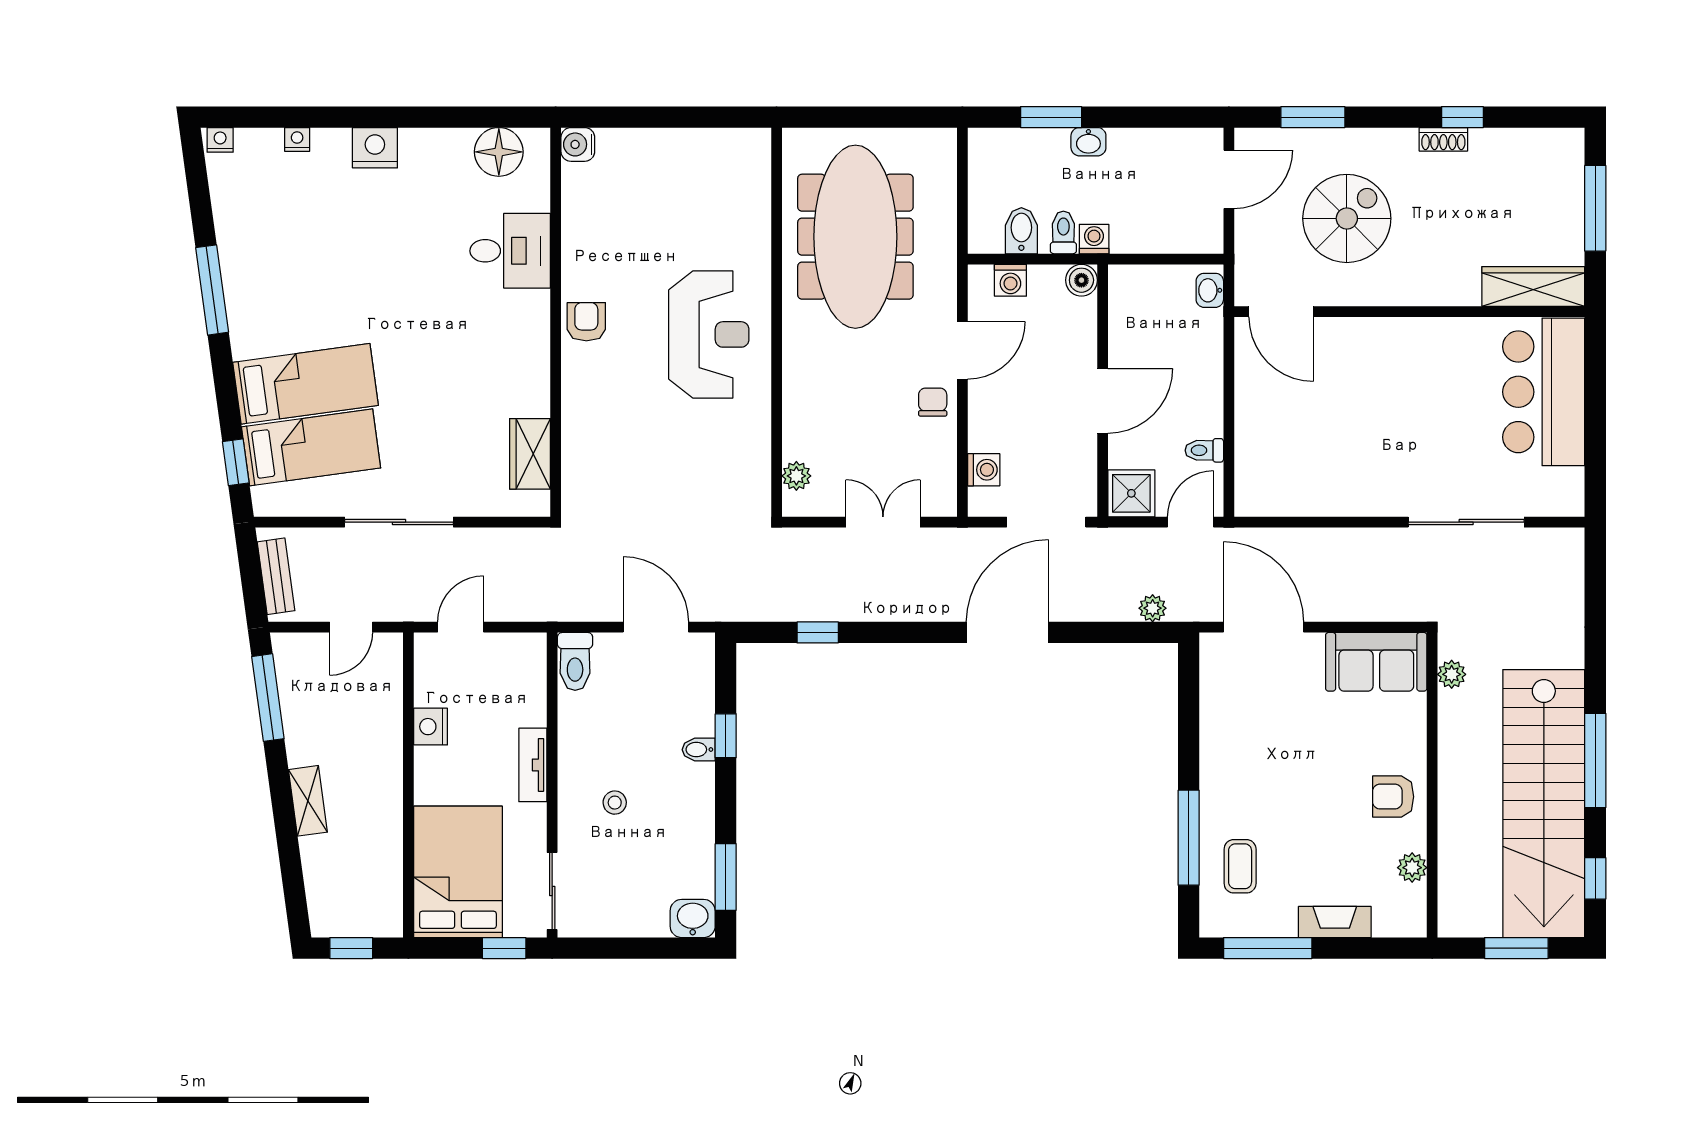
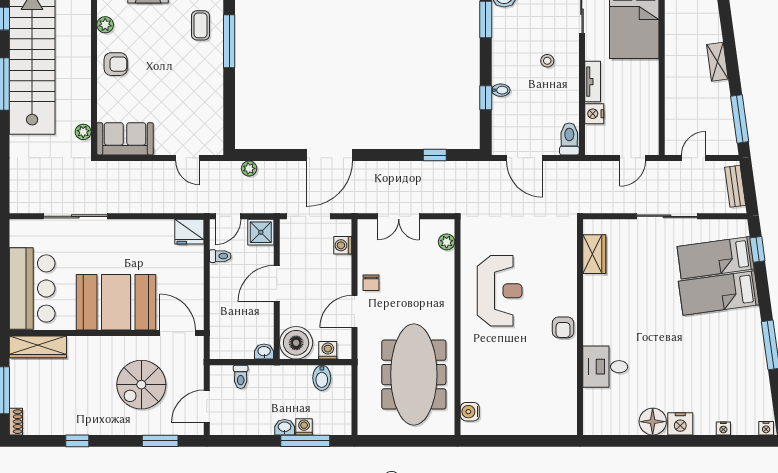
window: (1051, 117) -> (305, 441), width x1.44
shoe rack: (1443, 139) -> (16, 422), moved, turned 90
water cooler: (578, 144) -> (470, 412), moved, turned 180
floor lamp: (499, 152) -> (653, 422), moved
toilet: (1063, 232) -> (241, 377), moved
washing machine: (1094, 239) -> (304, 427), moved, turned 180
boiler: (1081, 280) -> (296, 343), width x1.86, depth x1.86
washbasin: (1210, 290) -> (264, 352), moved, turned -90
reception desk: (709, 334) -> (500, 291), moved, turned 180
booth: (1393, 367) -> (116, 302), added
fridge: (1260, 494) -> (189, 232), added
door: (1263, 627) -> (188, 158), width x0.53
nightstand: (431, 727) -> (594, 114), moved, turned 180

